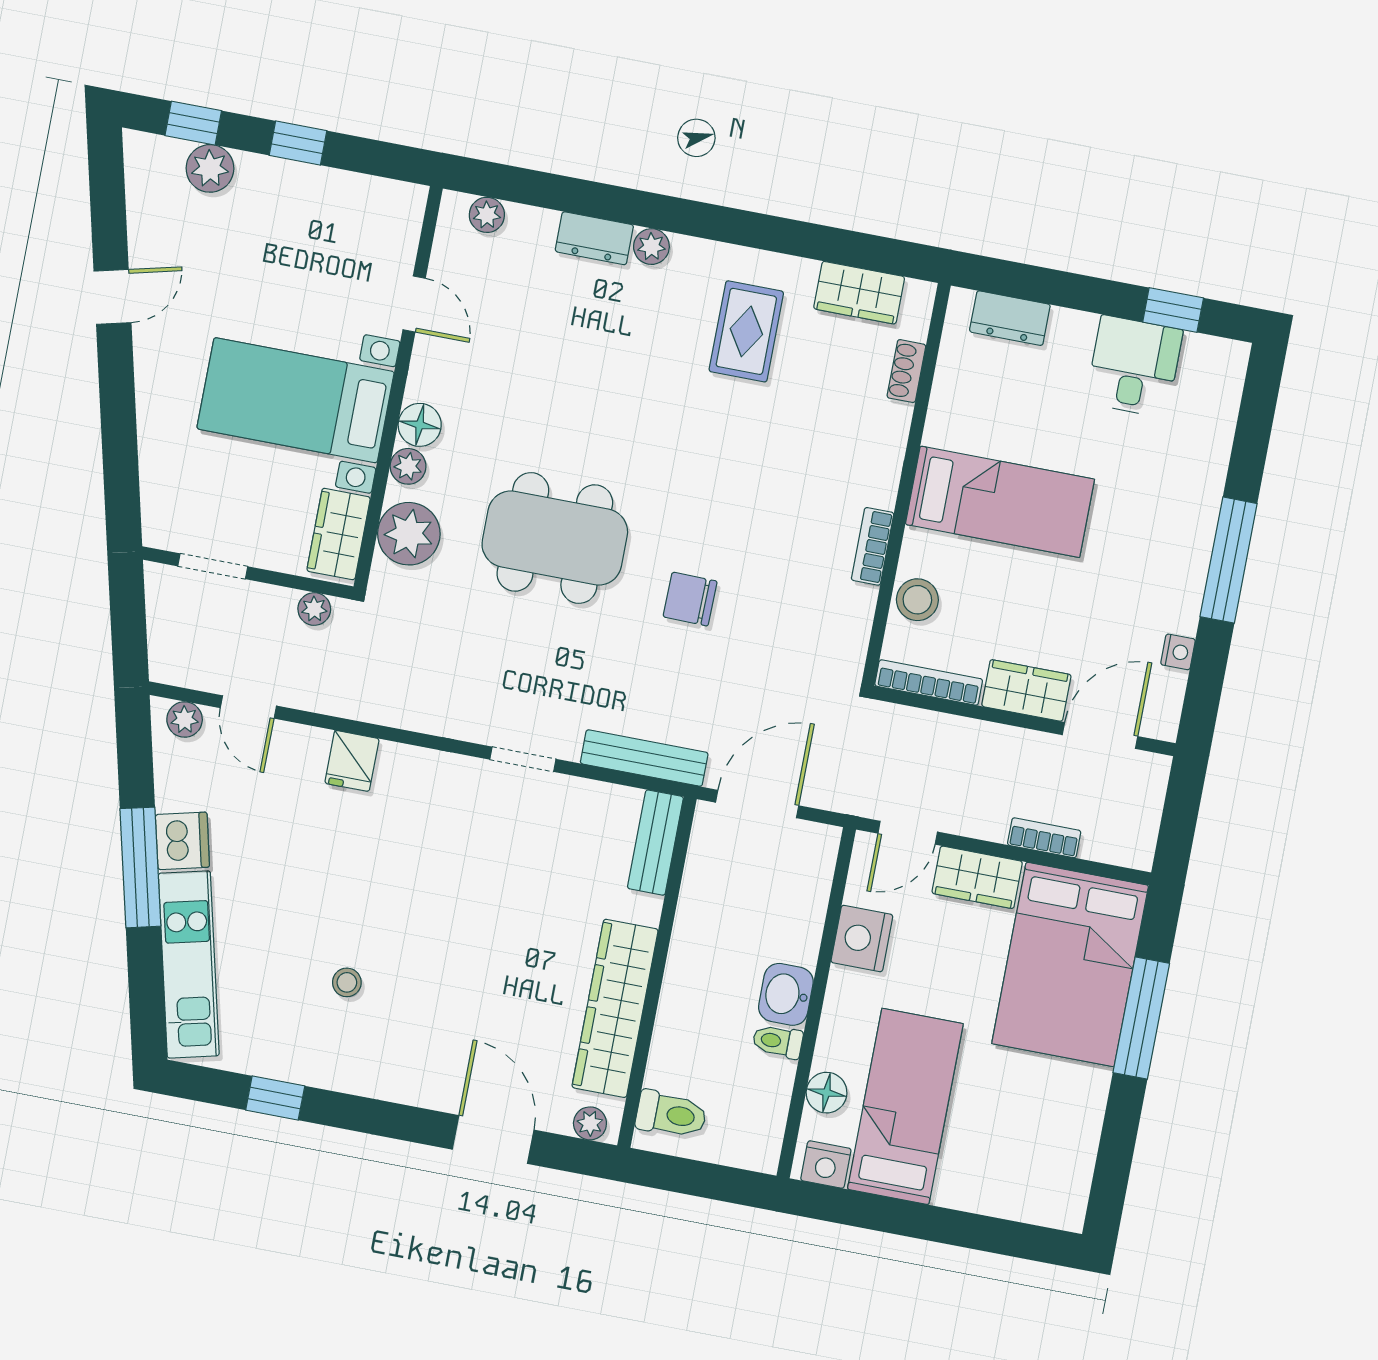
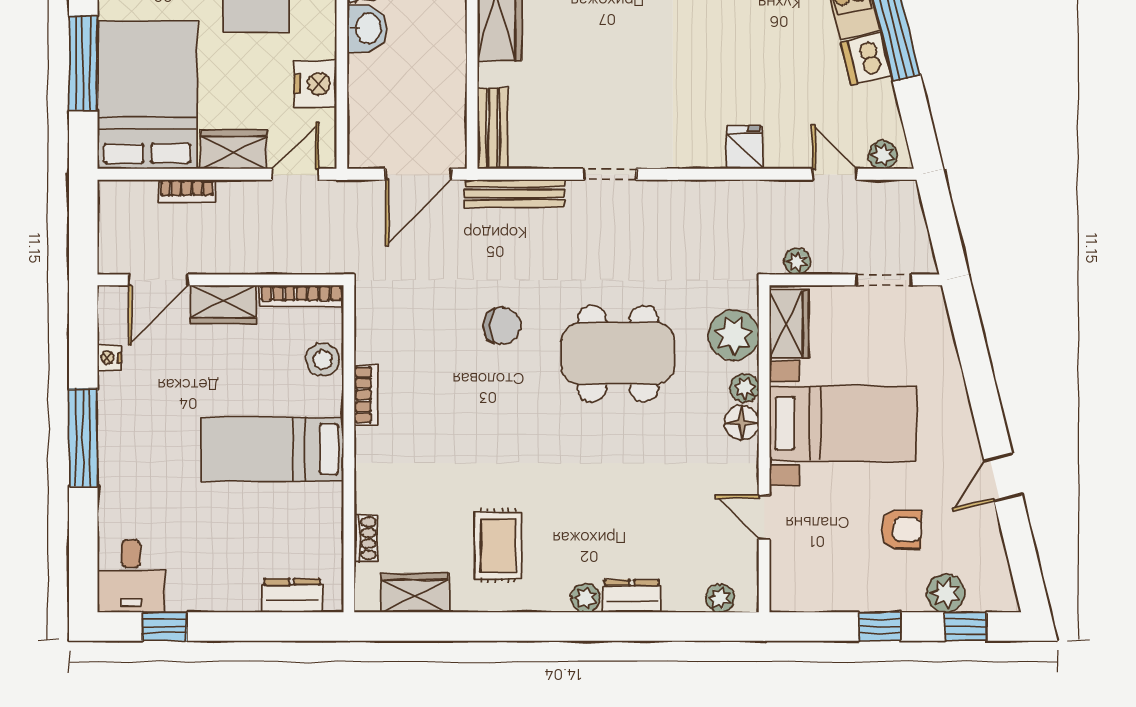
armchair: (249, 257) -> (902, 529), added
desk: (1134, 366) -> (131, 576), moved

